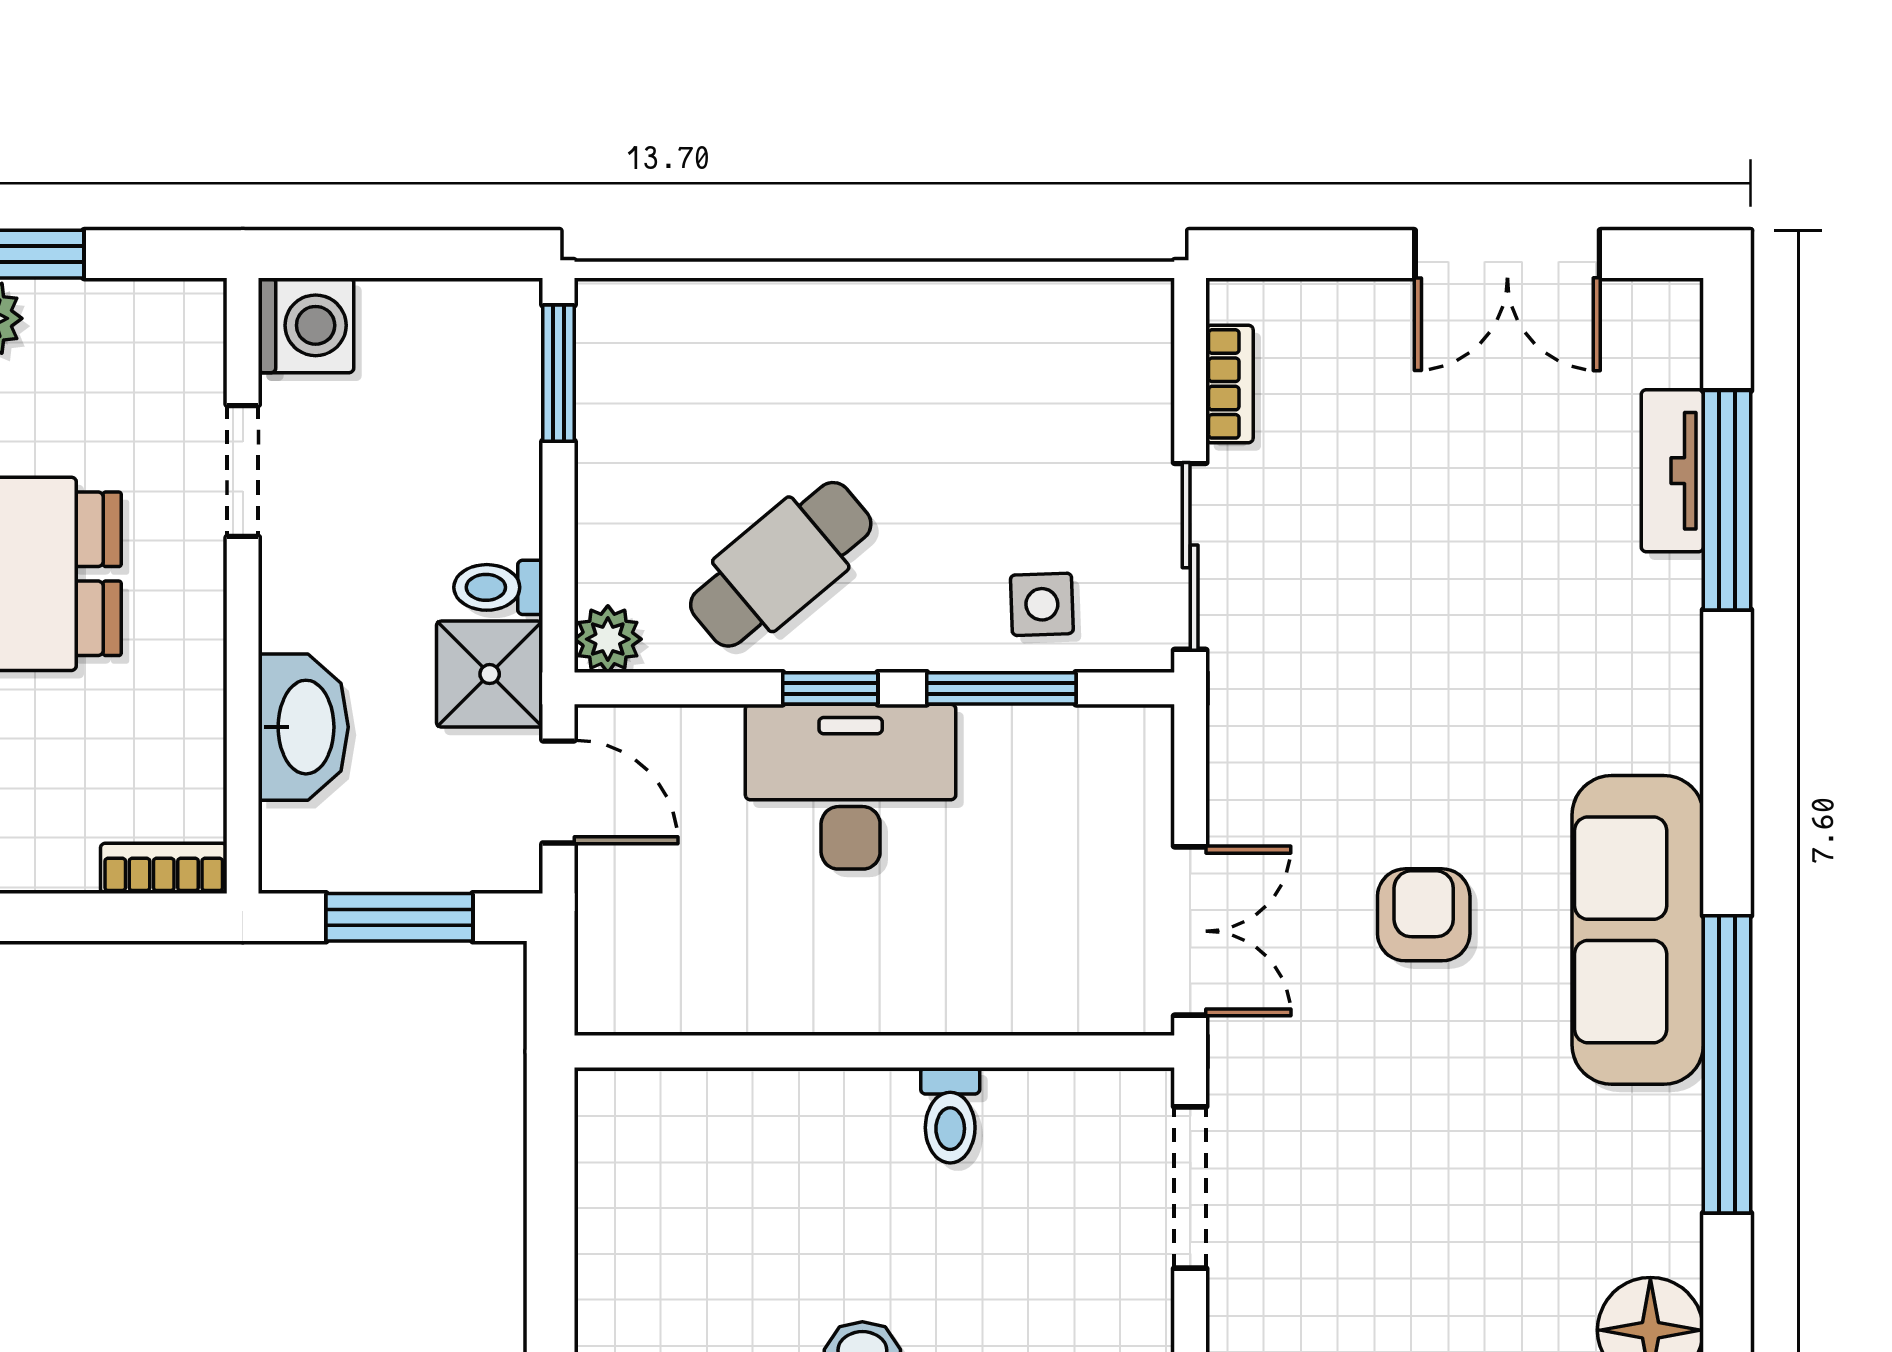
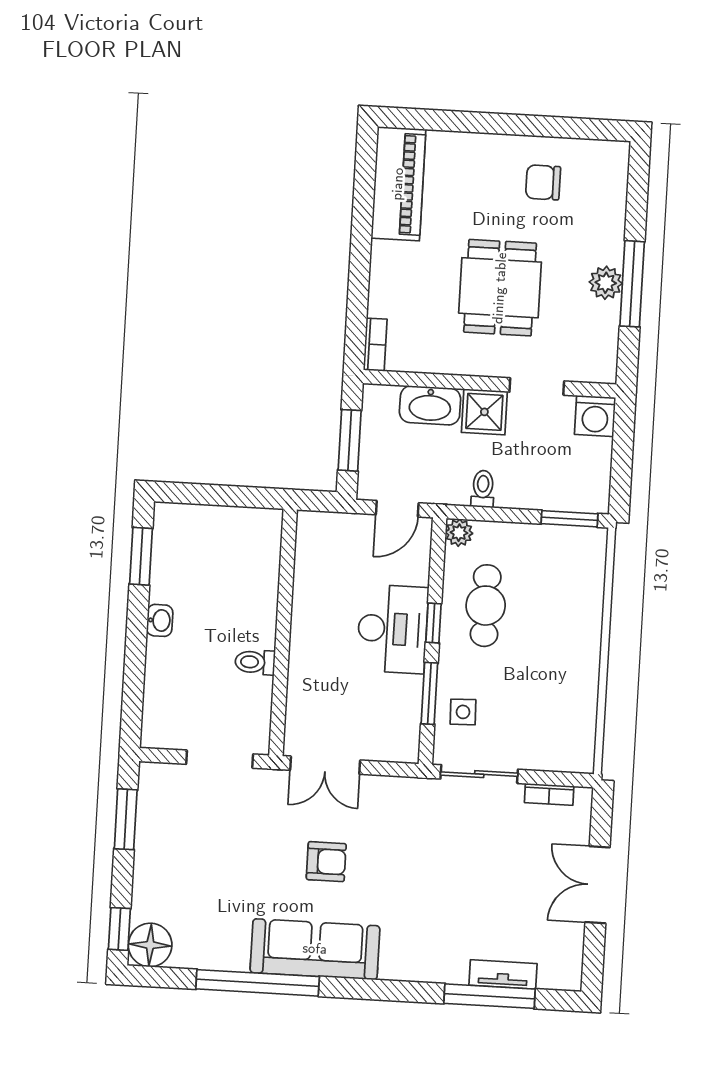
double door: (1507, 254) -> (598, 885), moved
cafe table: (781, 564) -> (486, 606), turned 40
shower: (490, 674) -> (484, 412), moved

